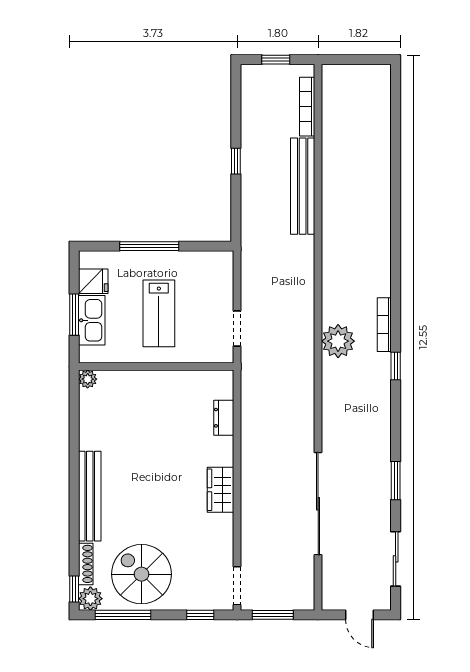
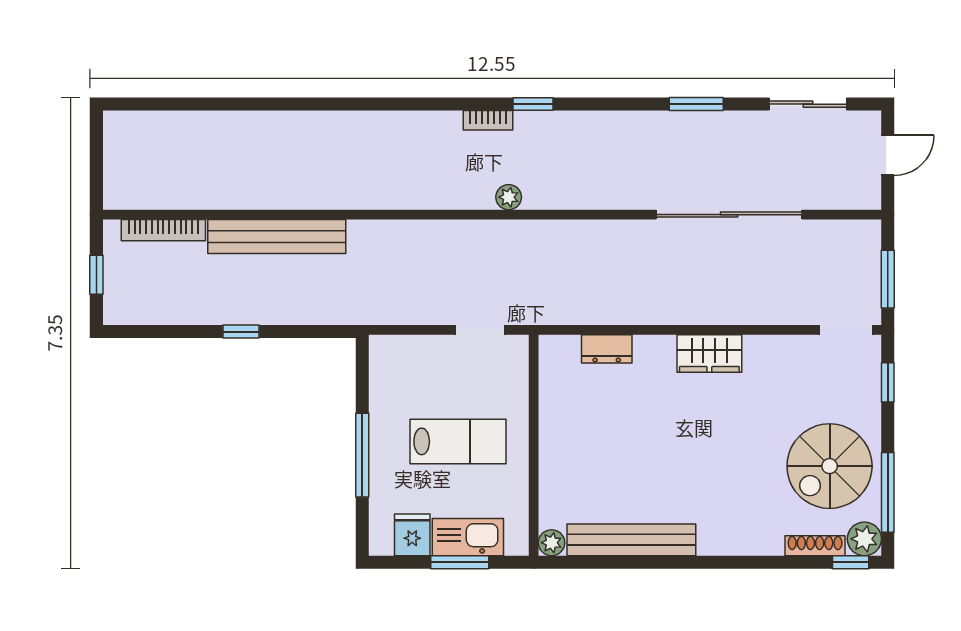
bookcase: (384, 325) -> (488, 120), width x0.64
plant: (338, 341) -> (509, 197), width x0.53, depth x0.53
bench: (90, 496) -> (631, 540), moved

